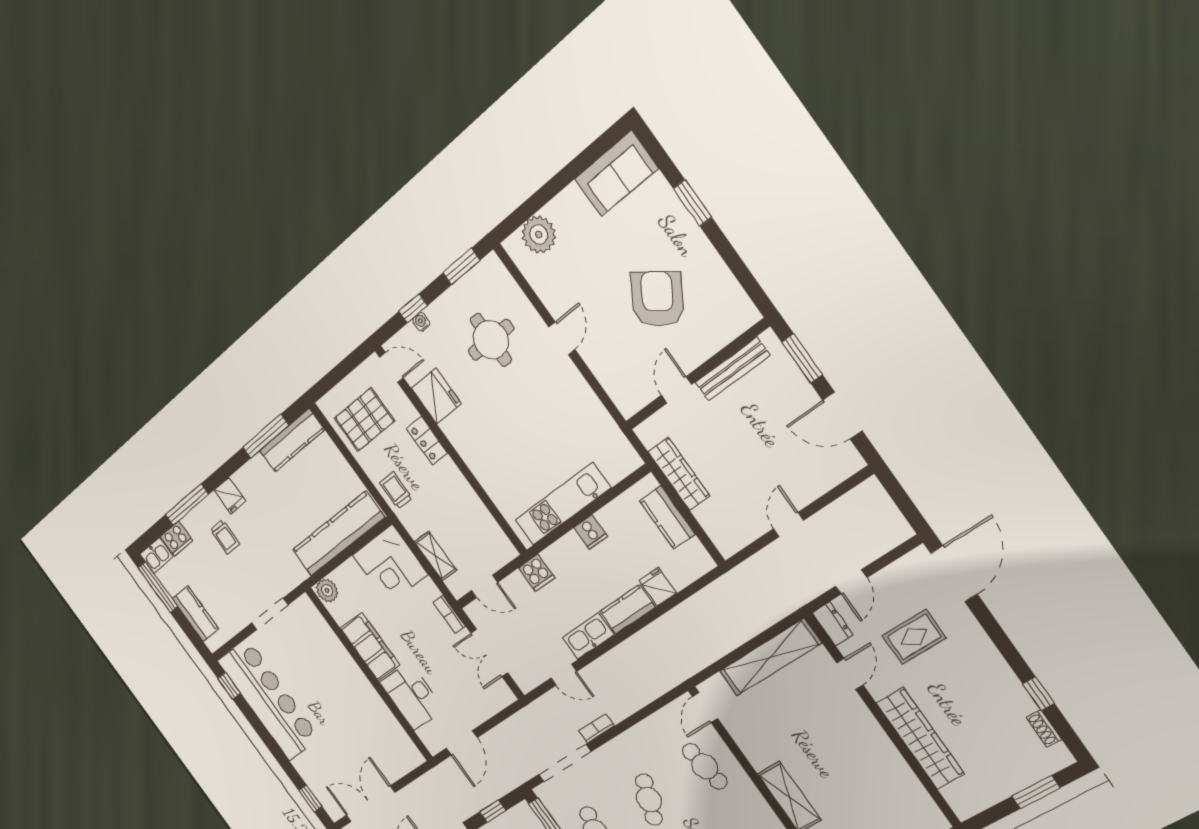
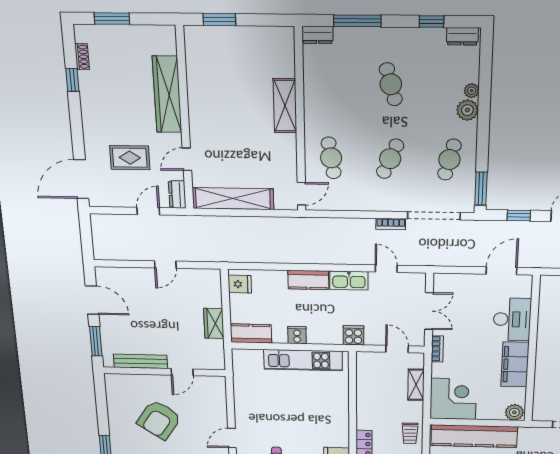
wardrobe: (679, 474) -> (214, 323), width x0.67
kitchen counter: (667, 517) -> (251, 333), moved, turned -90
fridge: (658, 587) -> (240, 284), moved, turned -90

